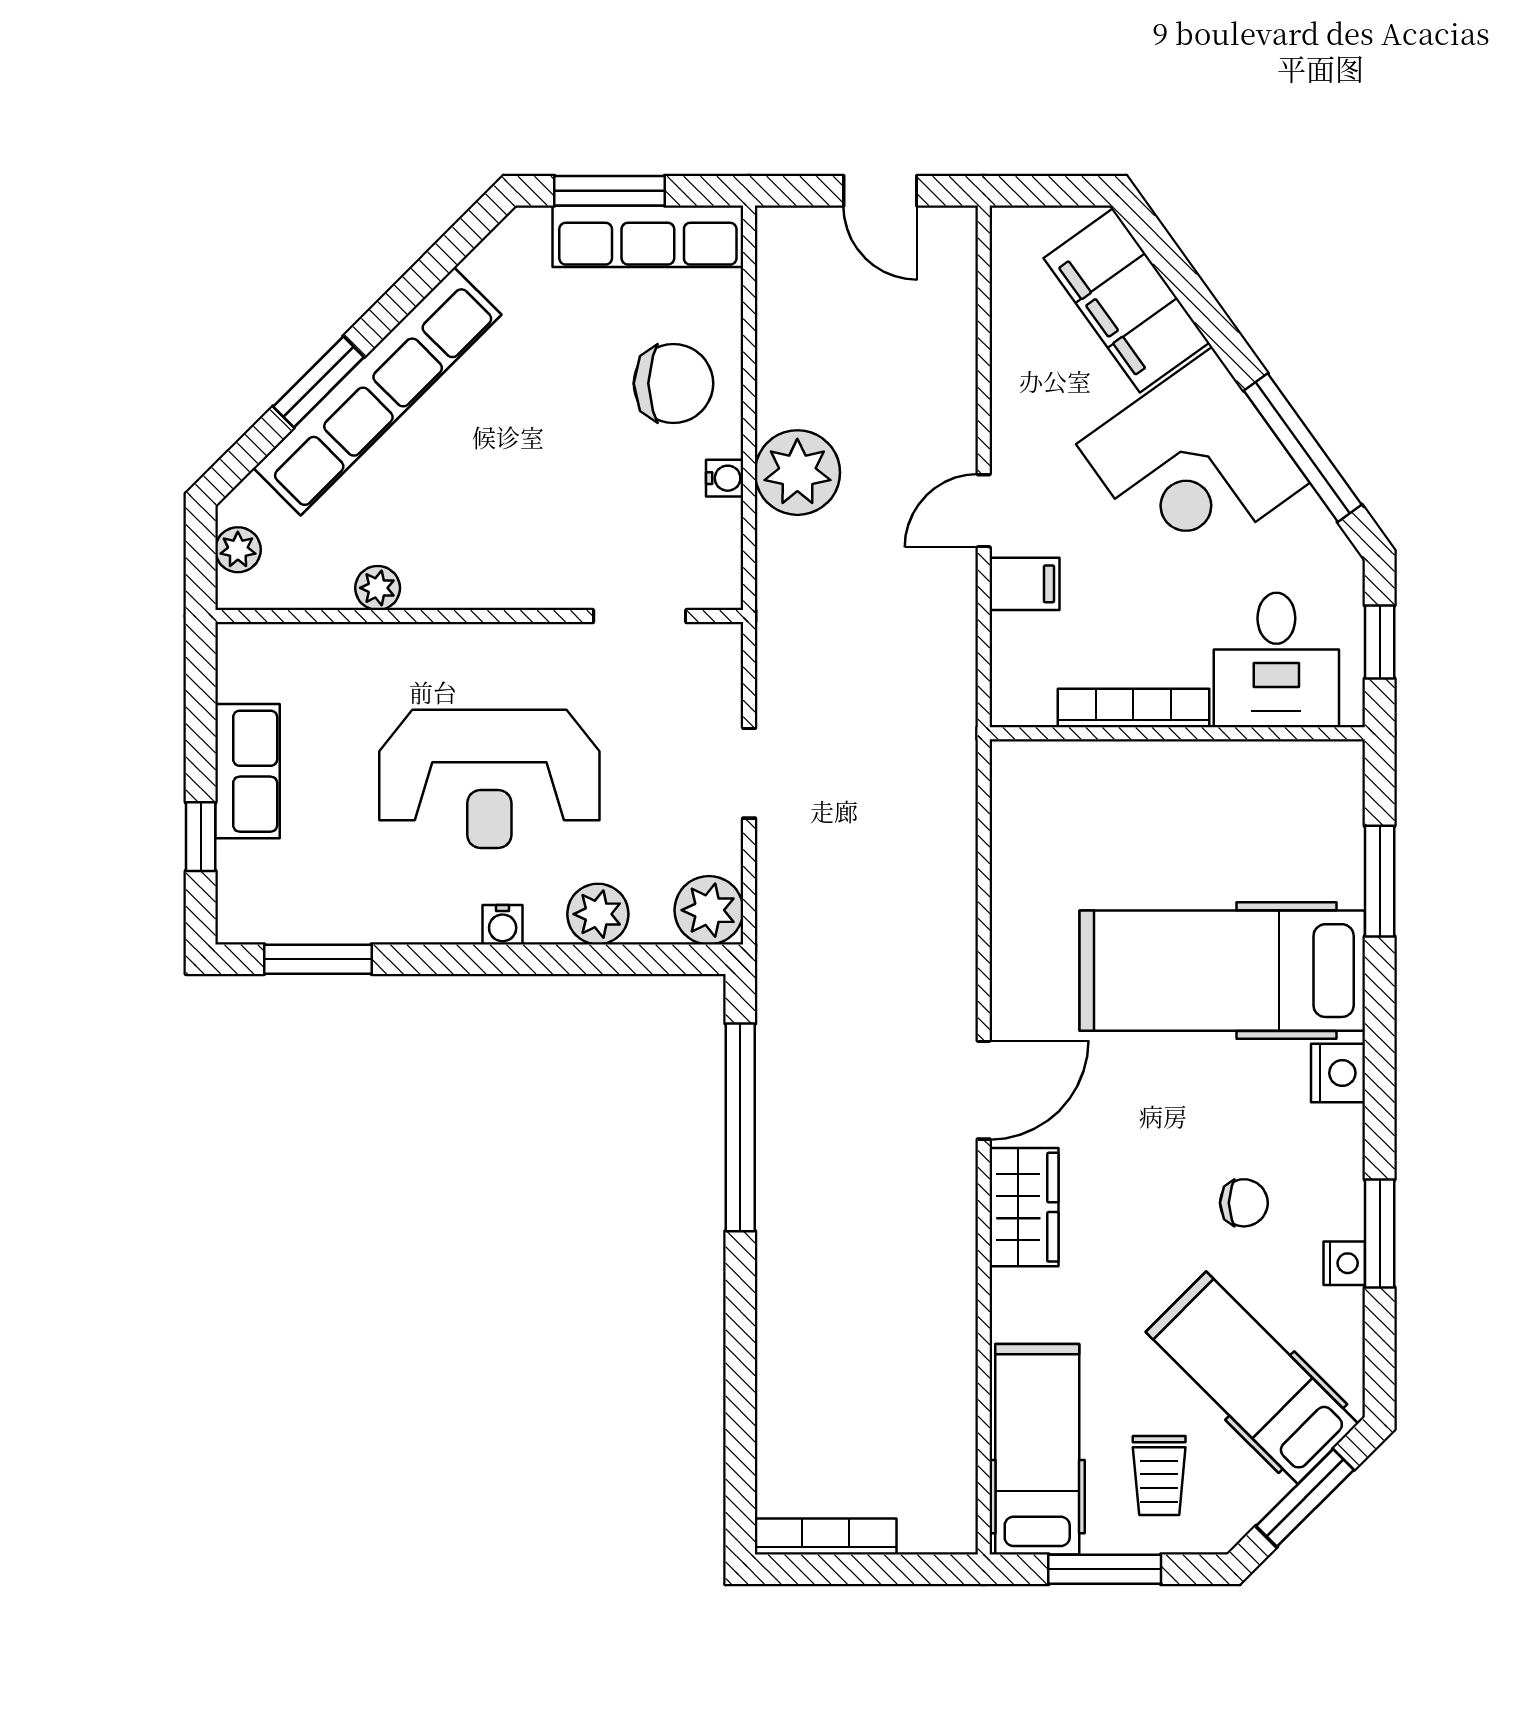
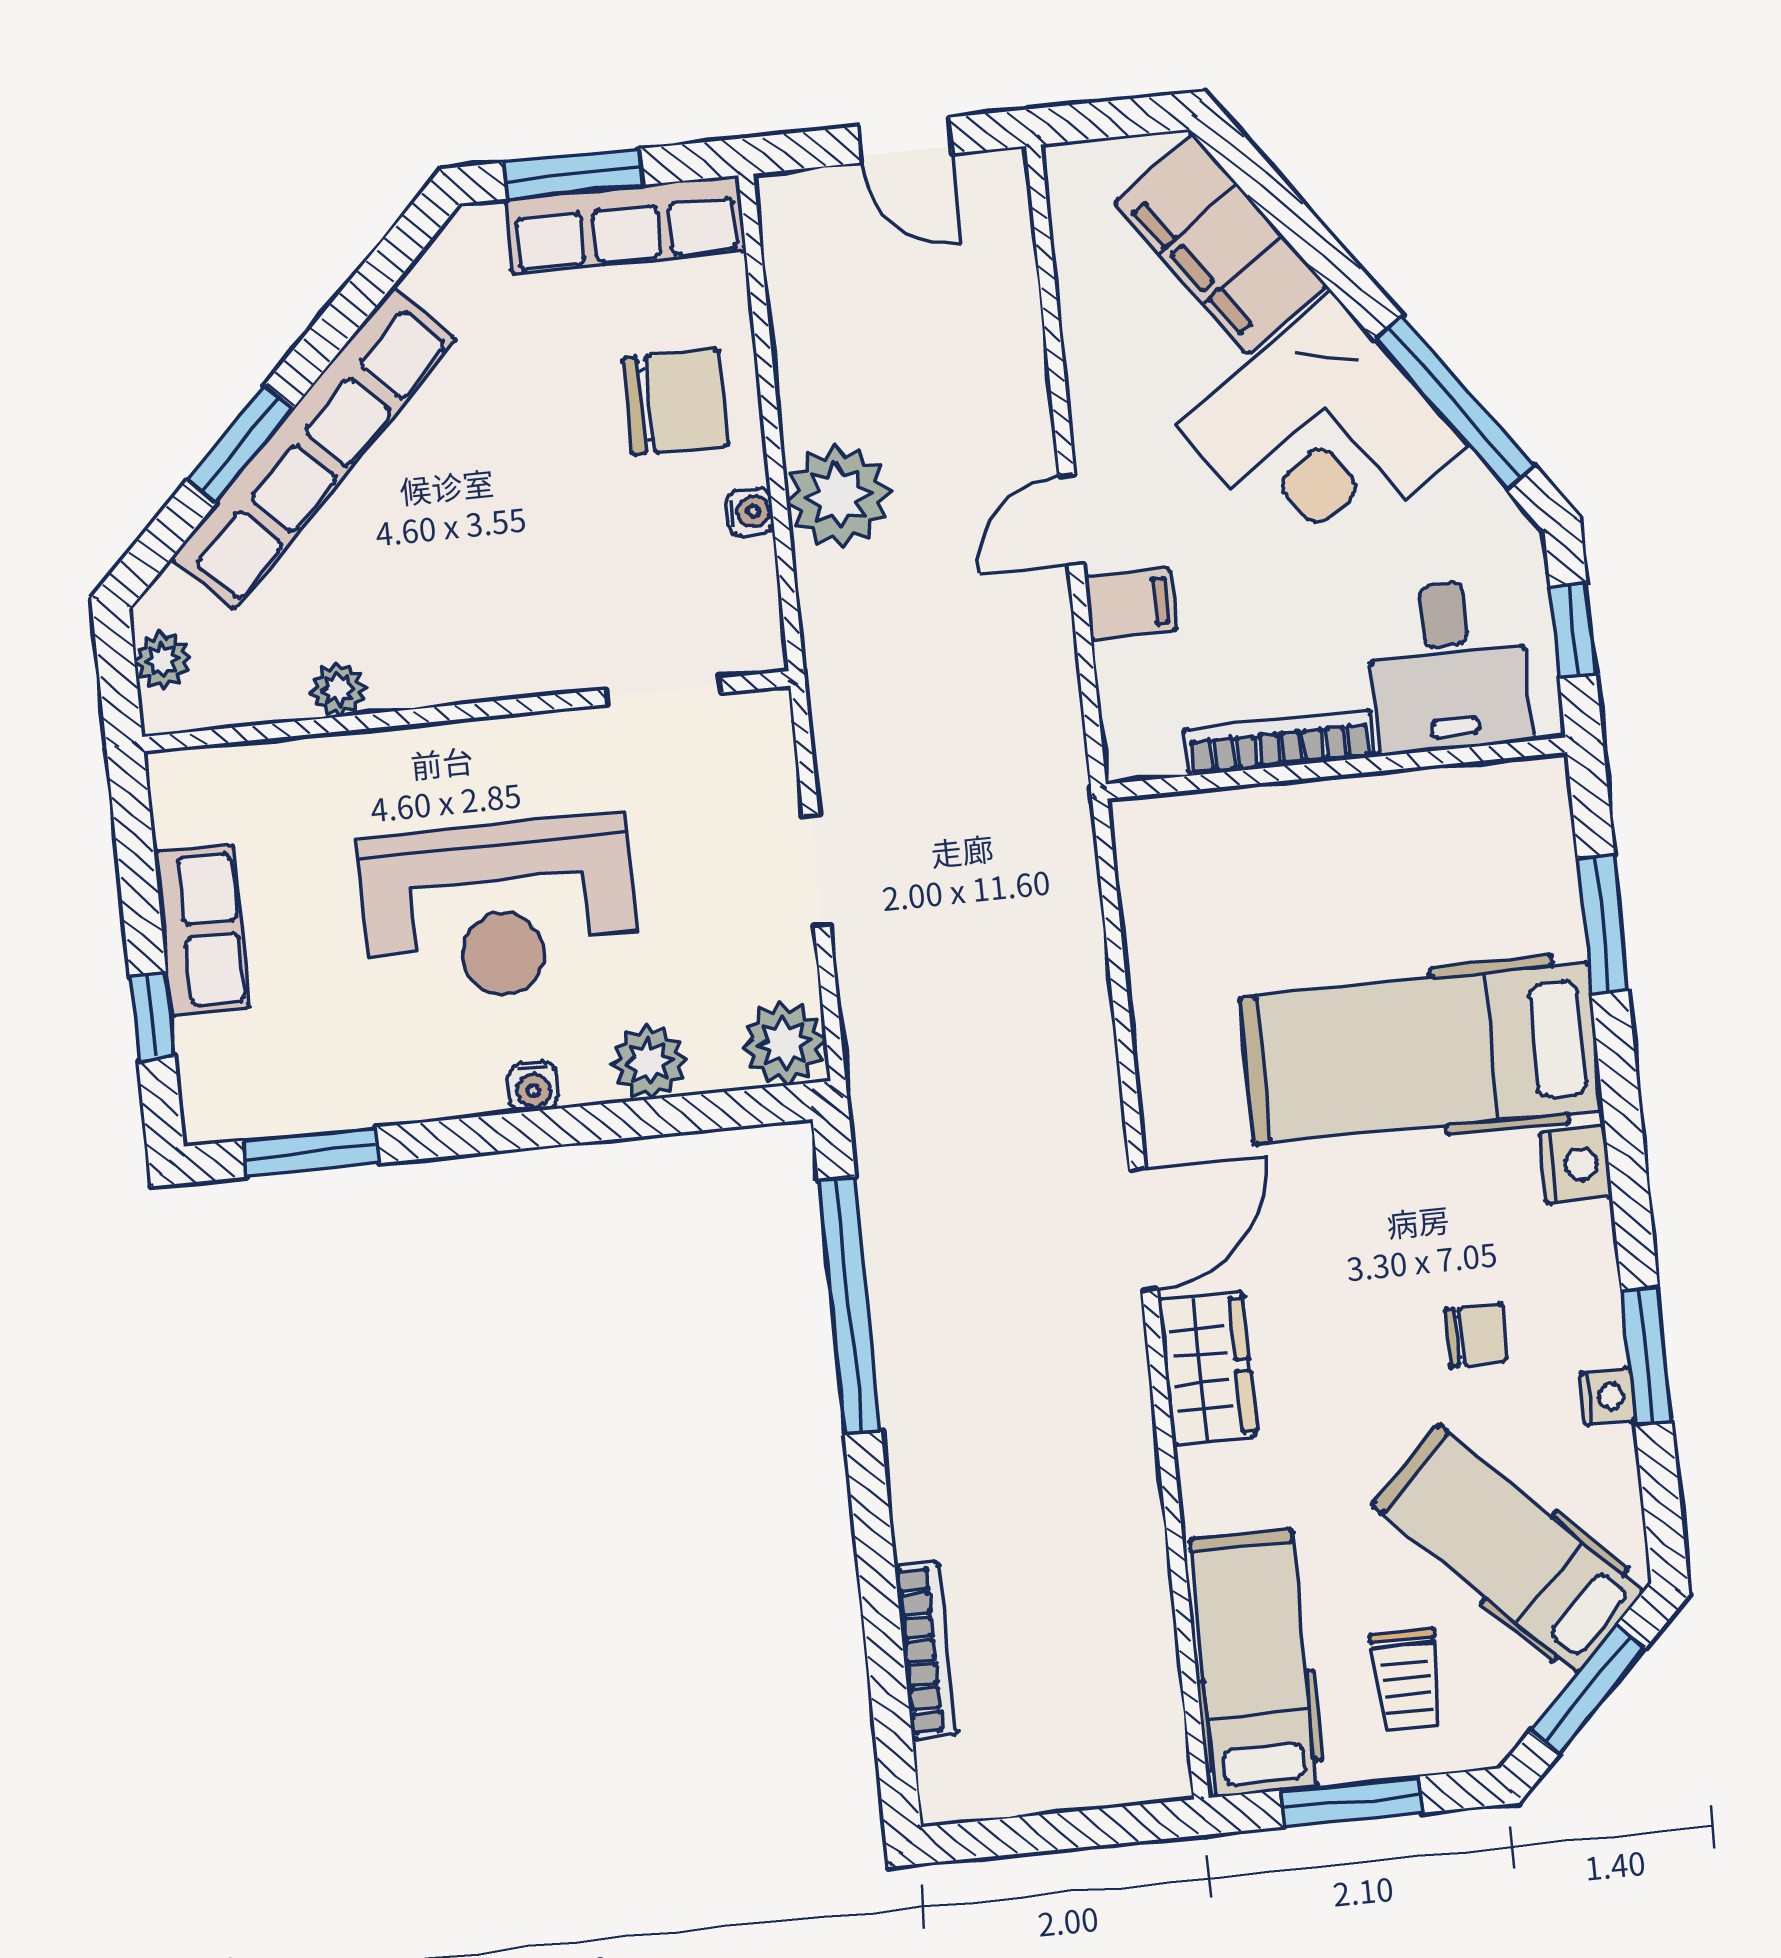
bookcase: (826, 1536) -> (925, 1651), moved, turned 90

